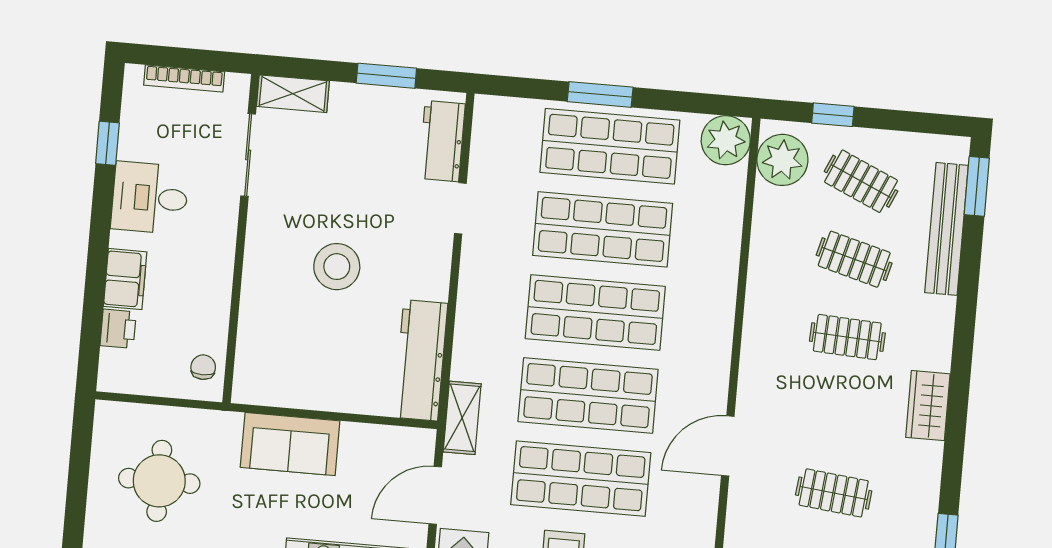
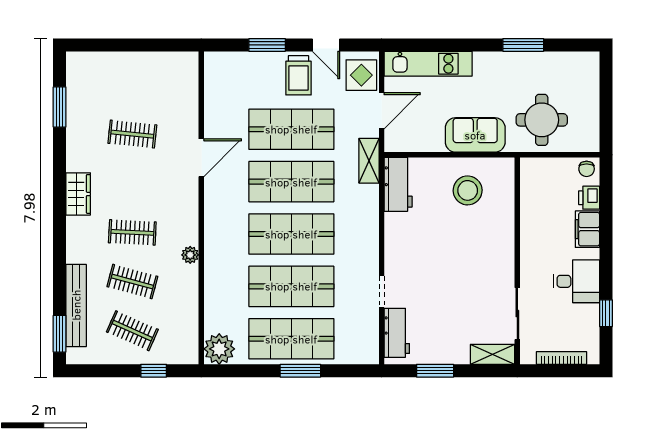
plant: (782, 160) -> (190, 255), moved, width x0.53, depth x0.53
stool: (337, 267) -> (468, 190), moved
workbench: (421, 360) -> (398, 184), width x0.73
chair: (203, 367) -> (587, 169), moved
round table: (159, 481) -> (542, 120), moved

